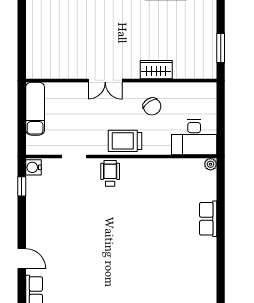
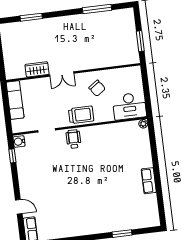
wardrobe: (156, 70) -> (37, 69), moved
trolley: (125, 141) -> (81, 115), turned 180
row of seats: (208, 219) -> (149, 181), moved

